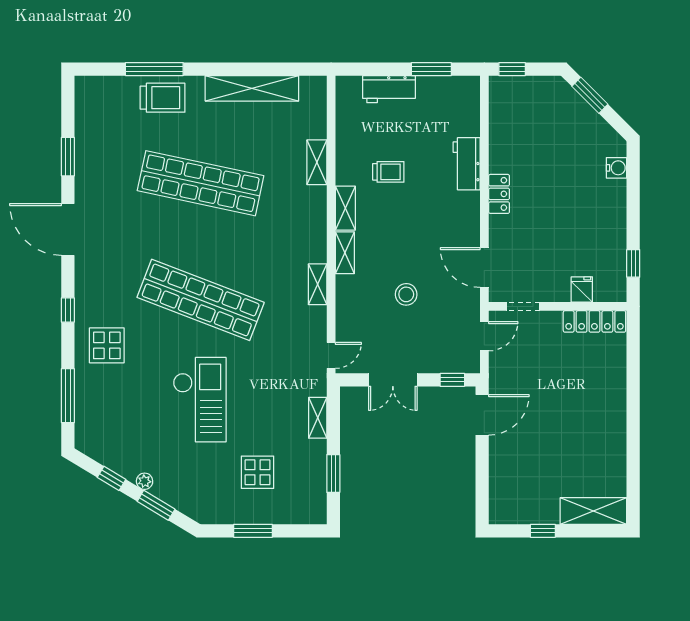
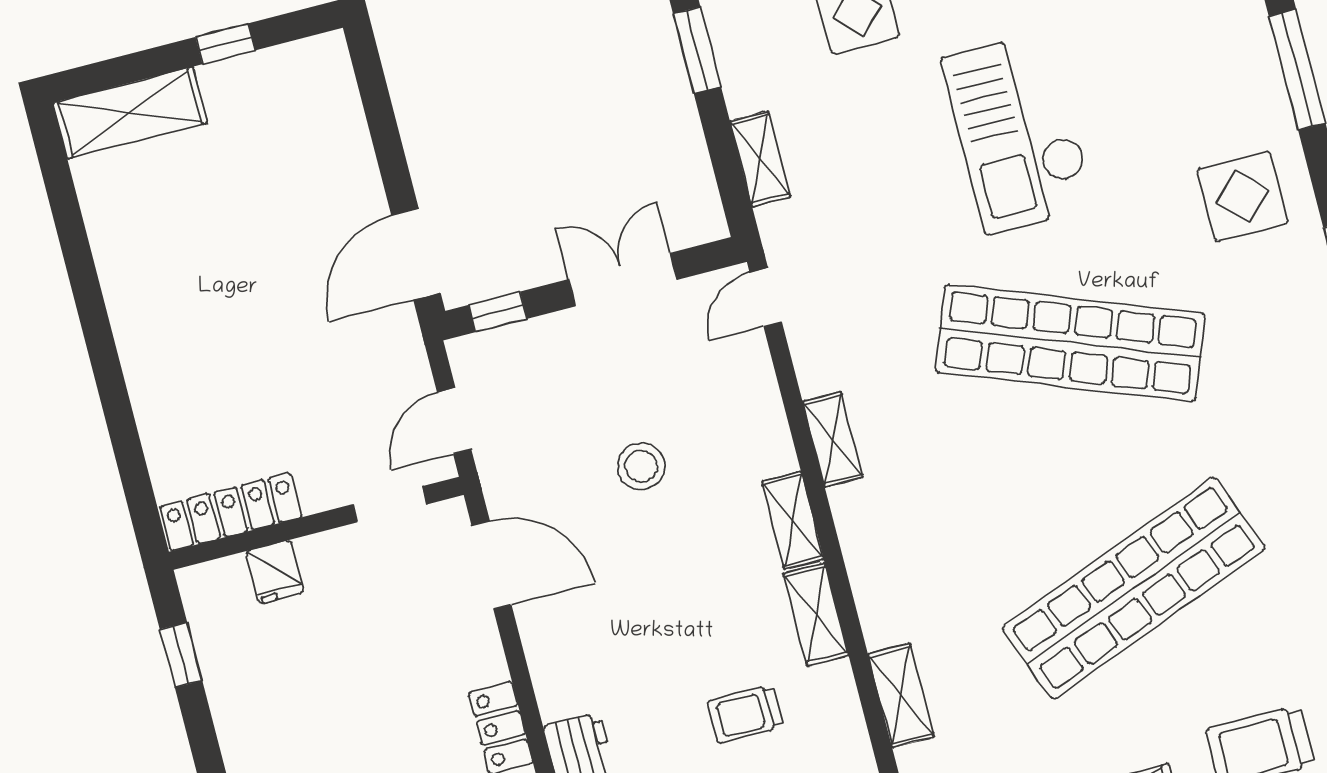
shop shelf: (201, 183) -> (1134, 588), turned -33

